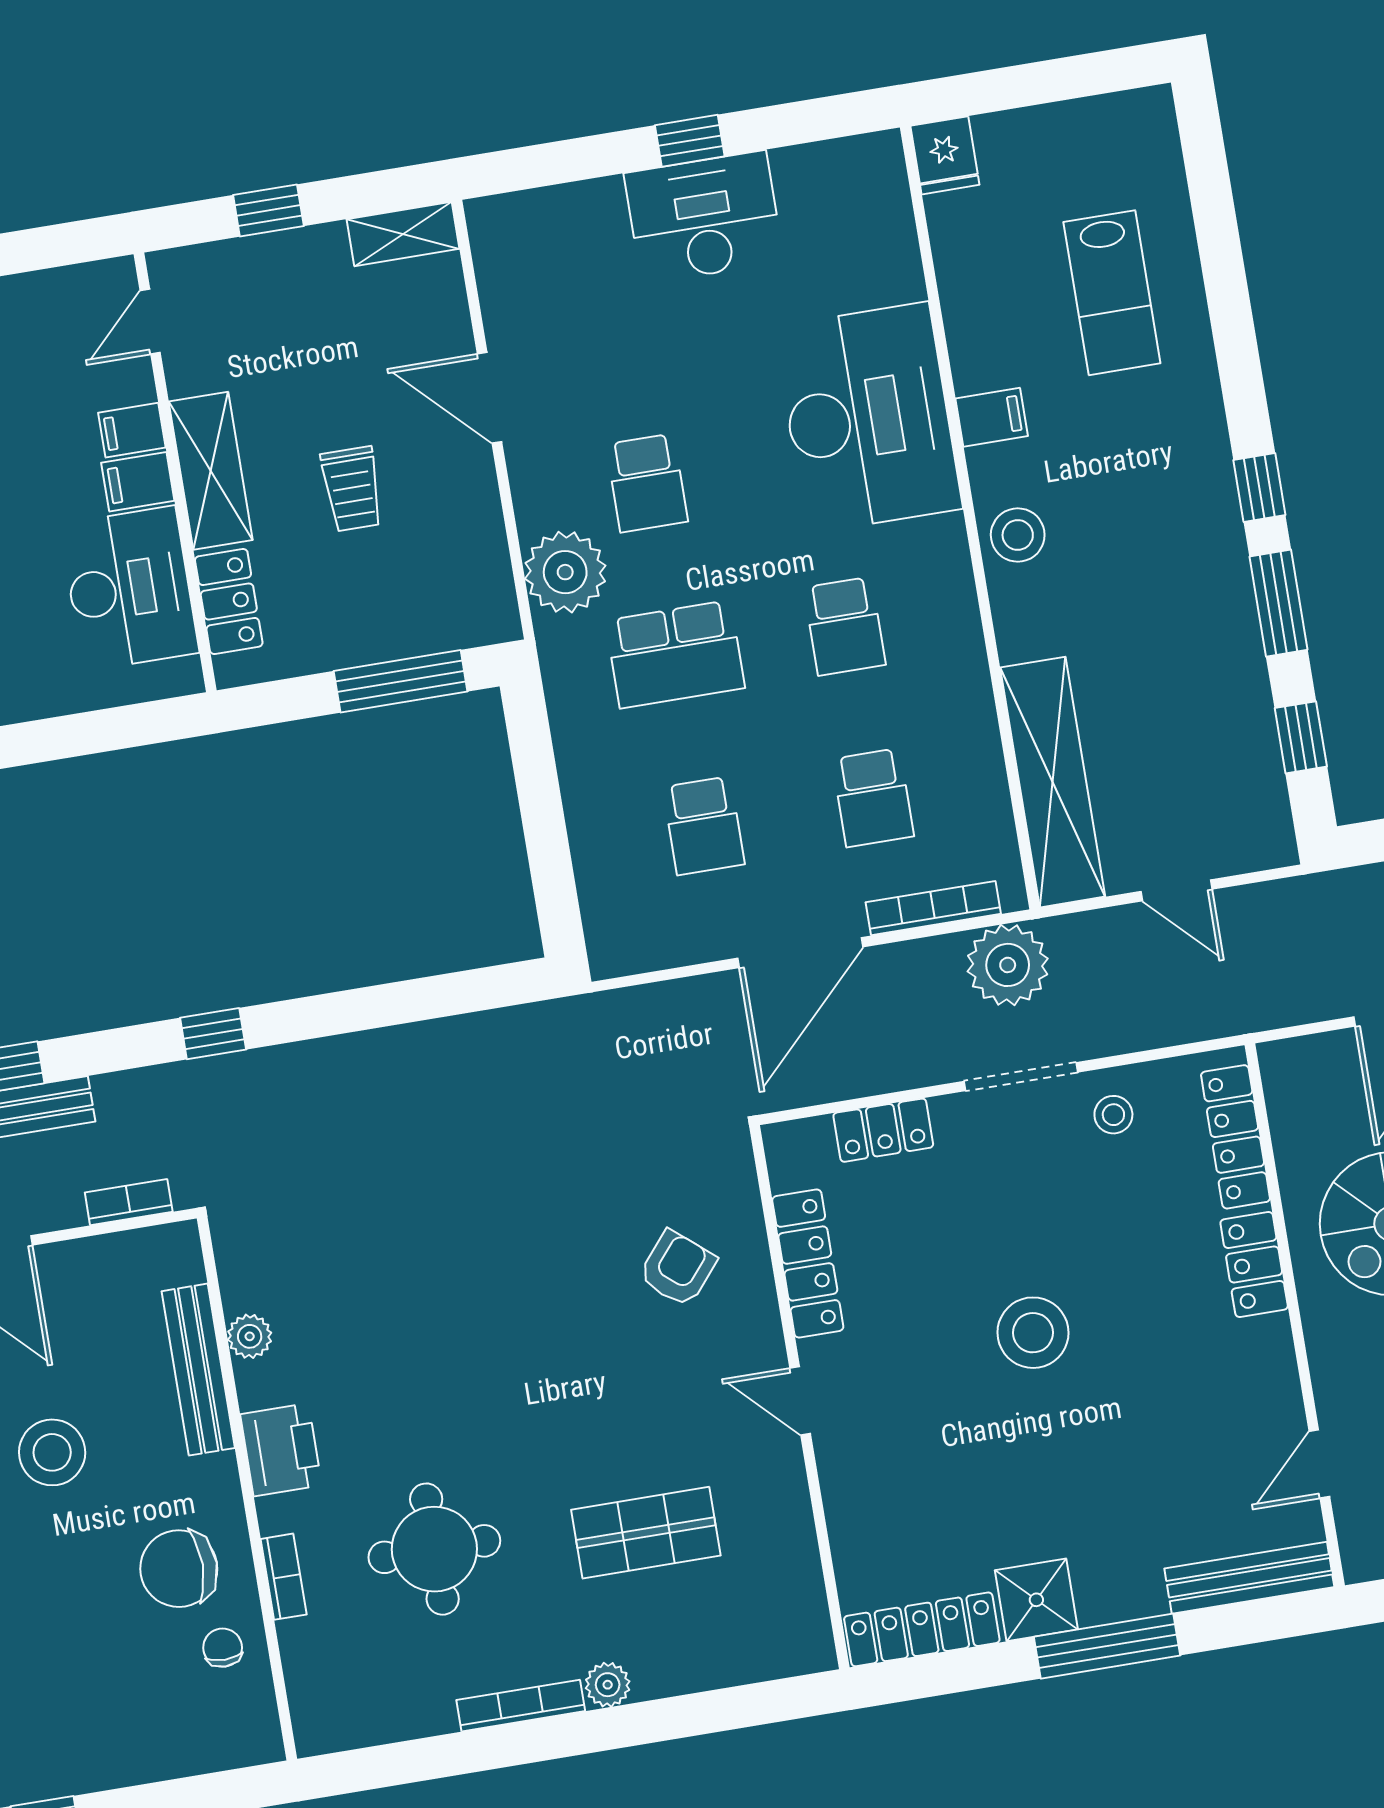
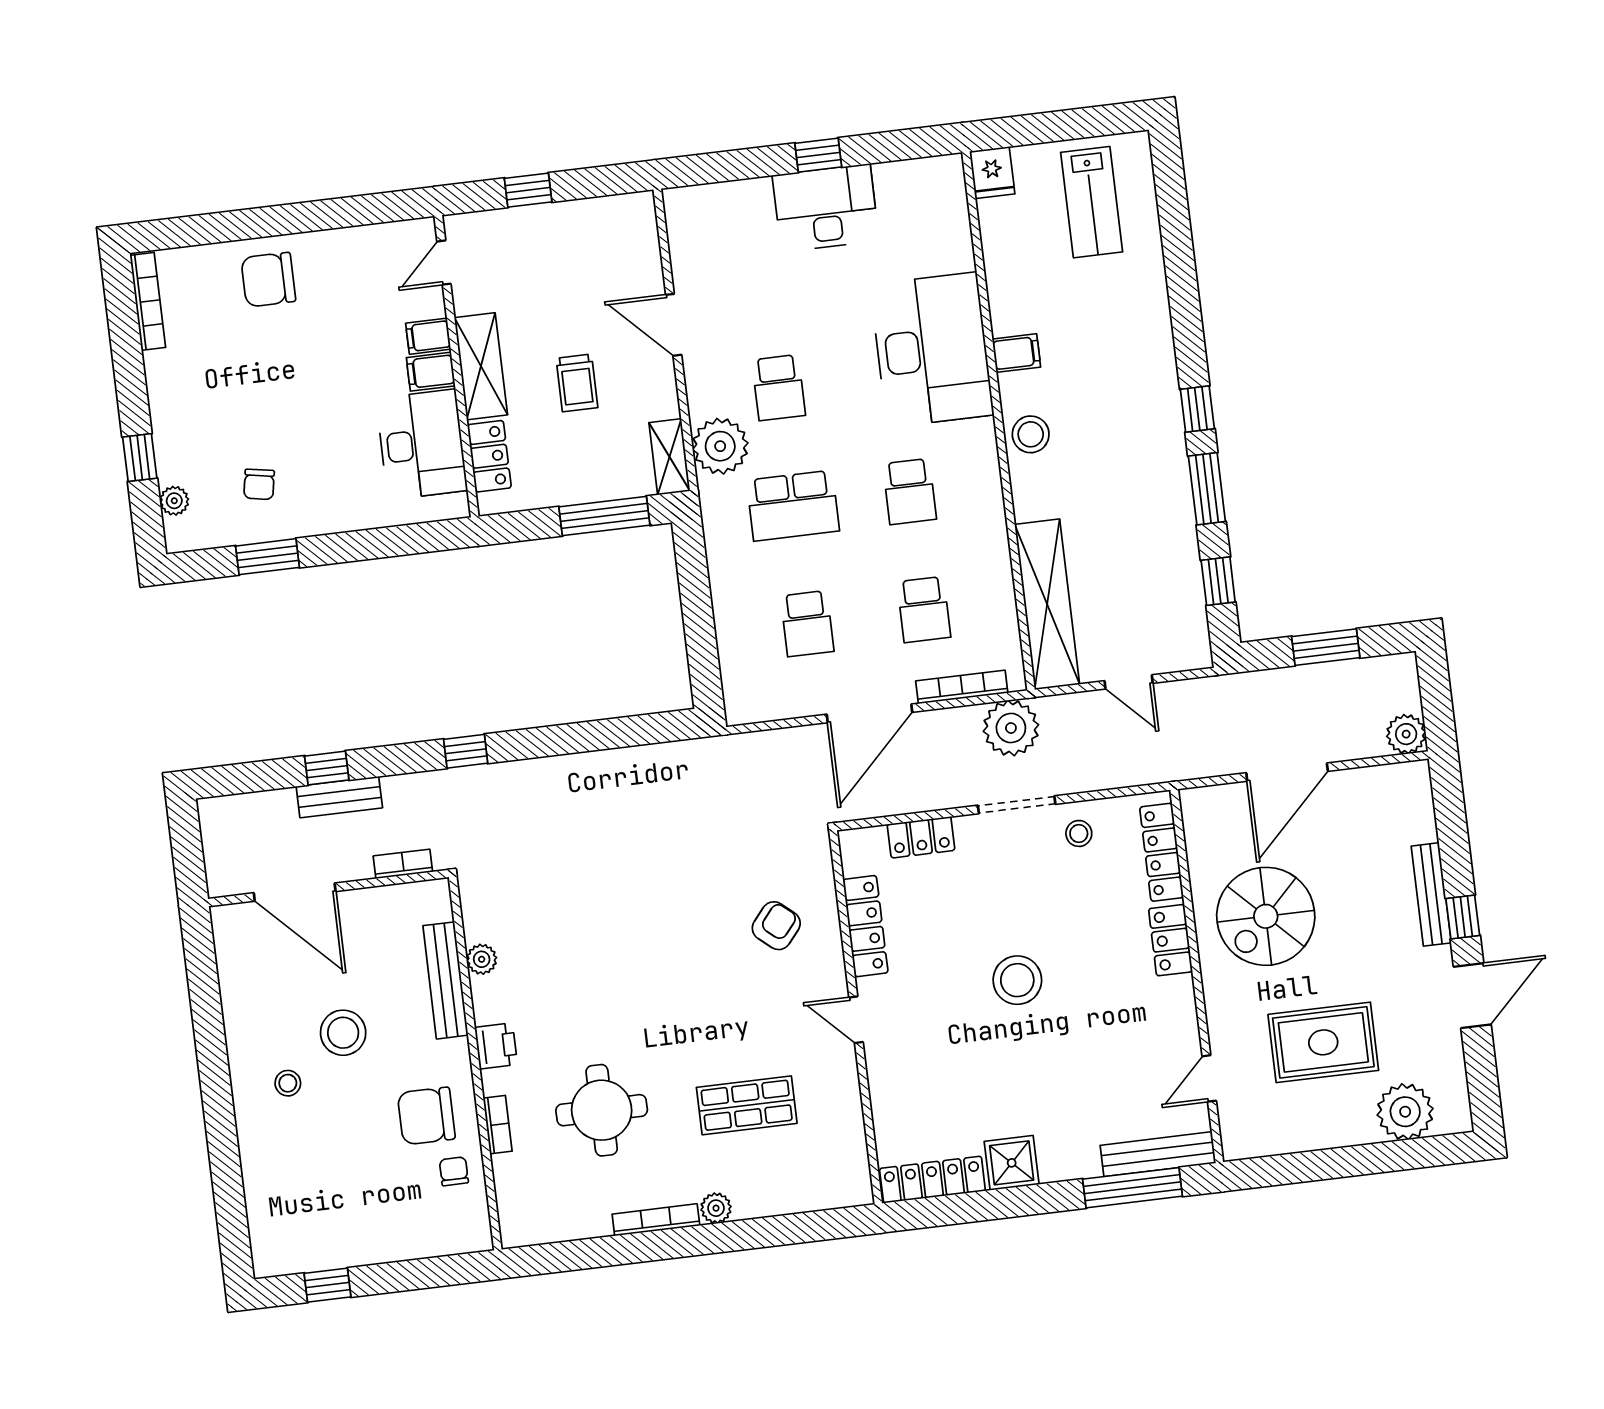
shelving: (403, 234) -> (669, 457), moved, turned 90
lab bench: (1112, 293) -> (1092, 202), moved
printer: (281, 1450) -> (496, 1046), width x0.73, depth x0.81
window: (1107, 1646) -> (1133, 1188), moved

